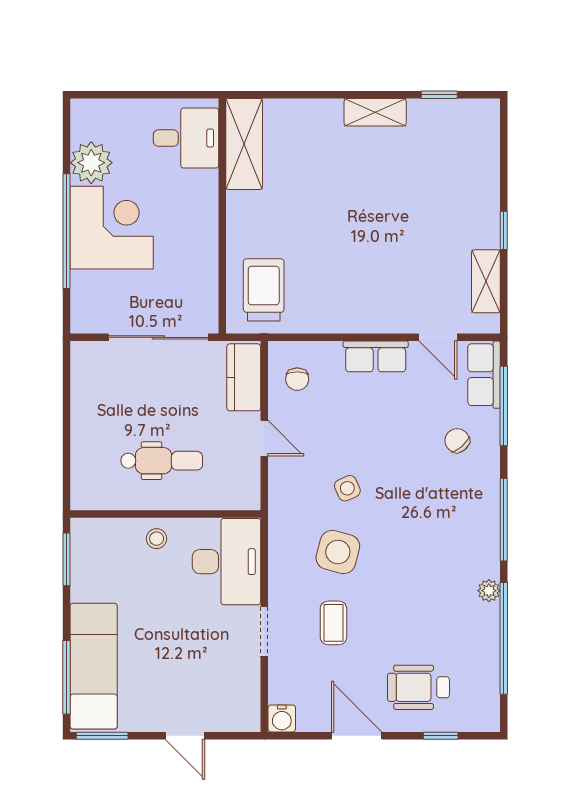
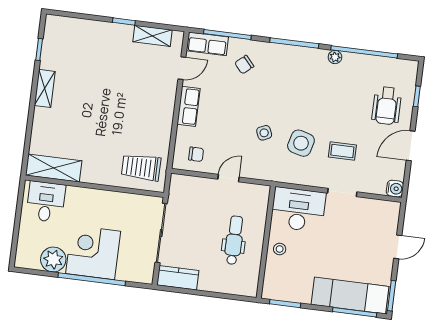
kitchen counter: (244, 377) -> (178, 278), moved, turned 180

